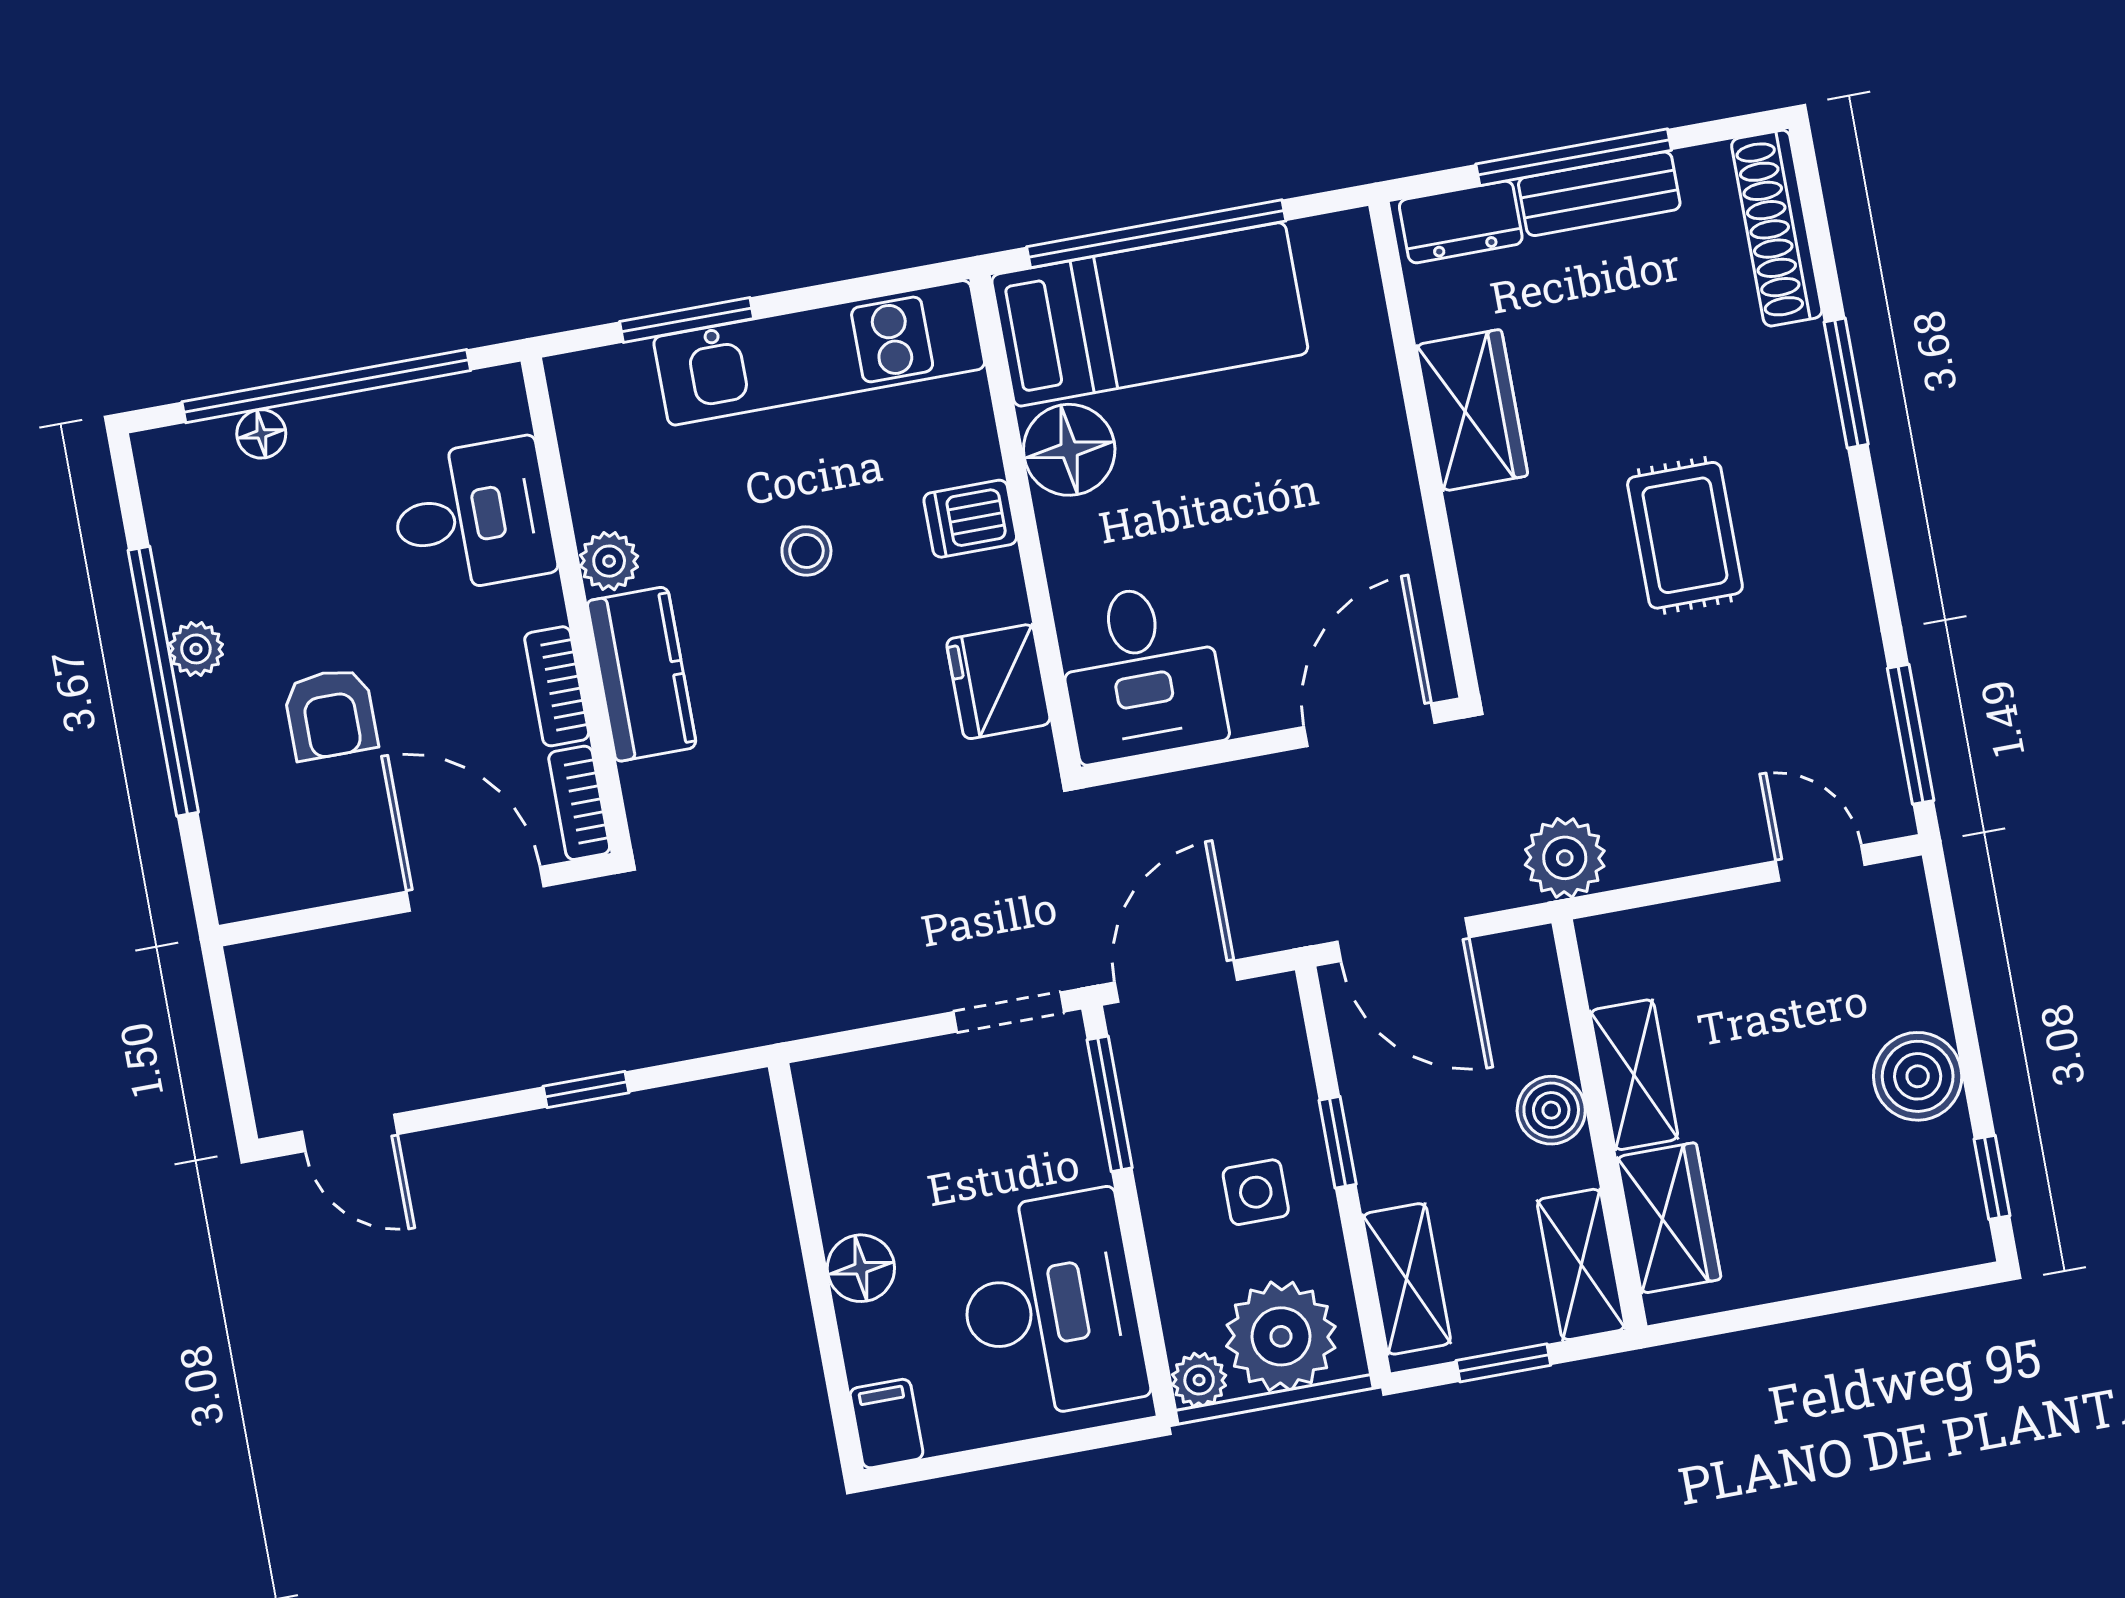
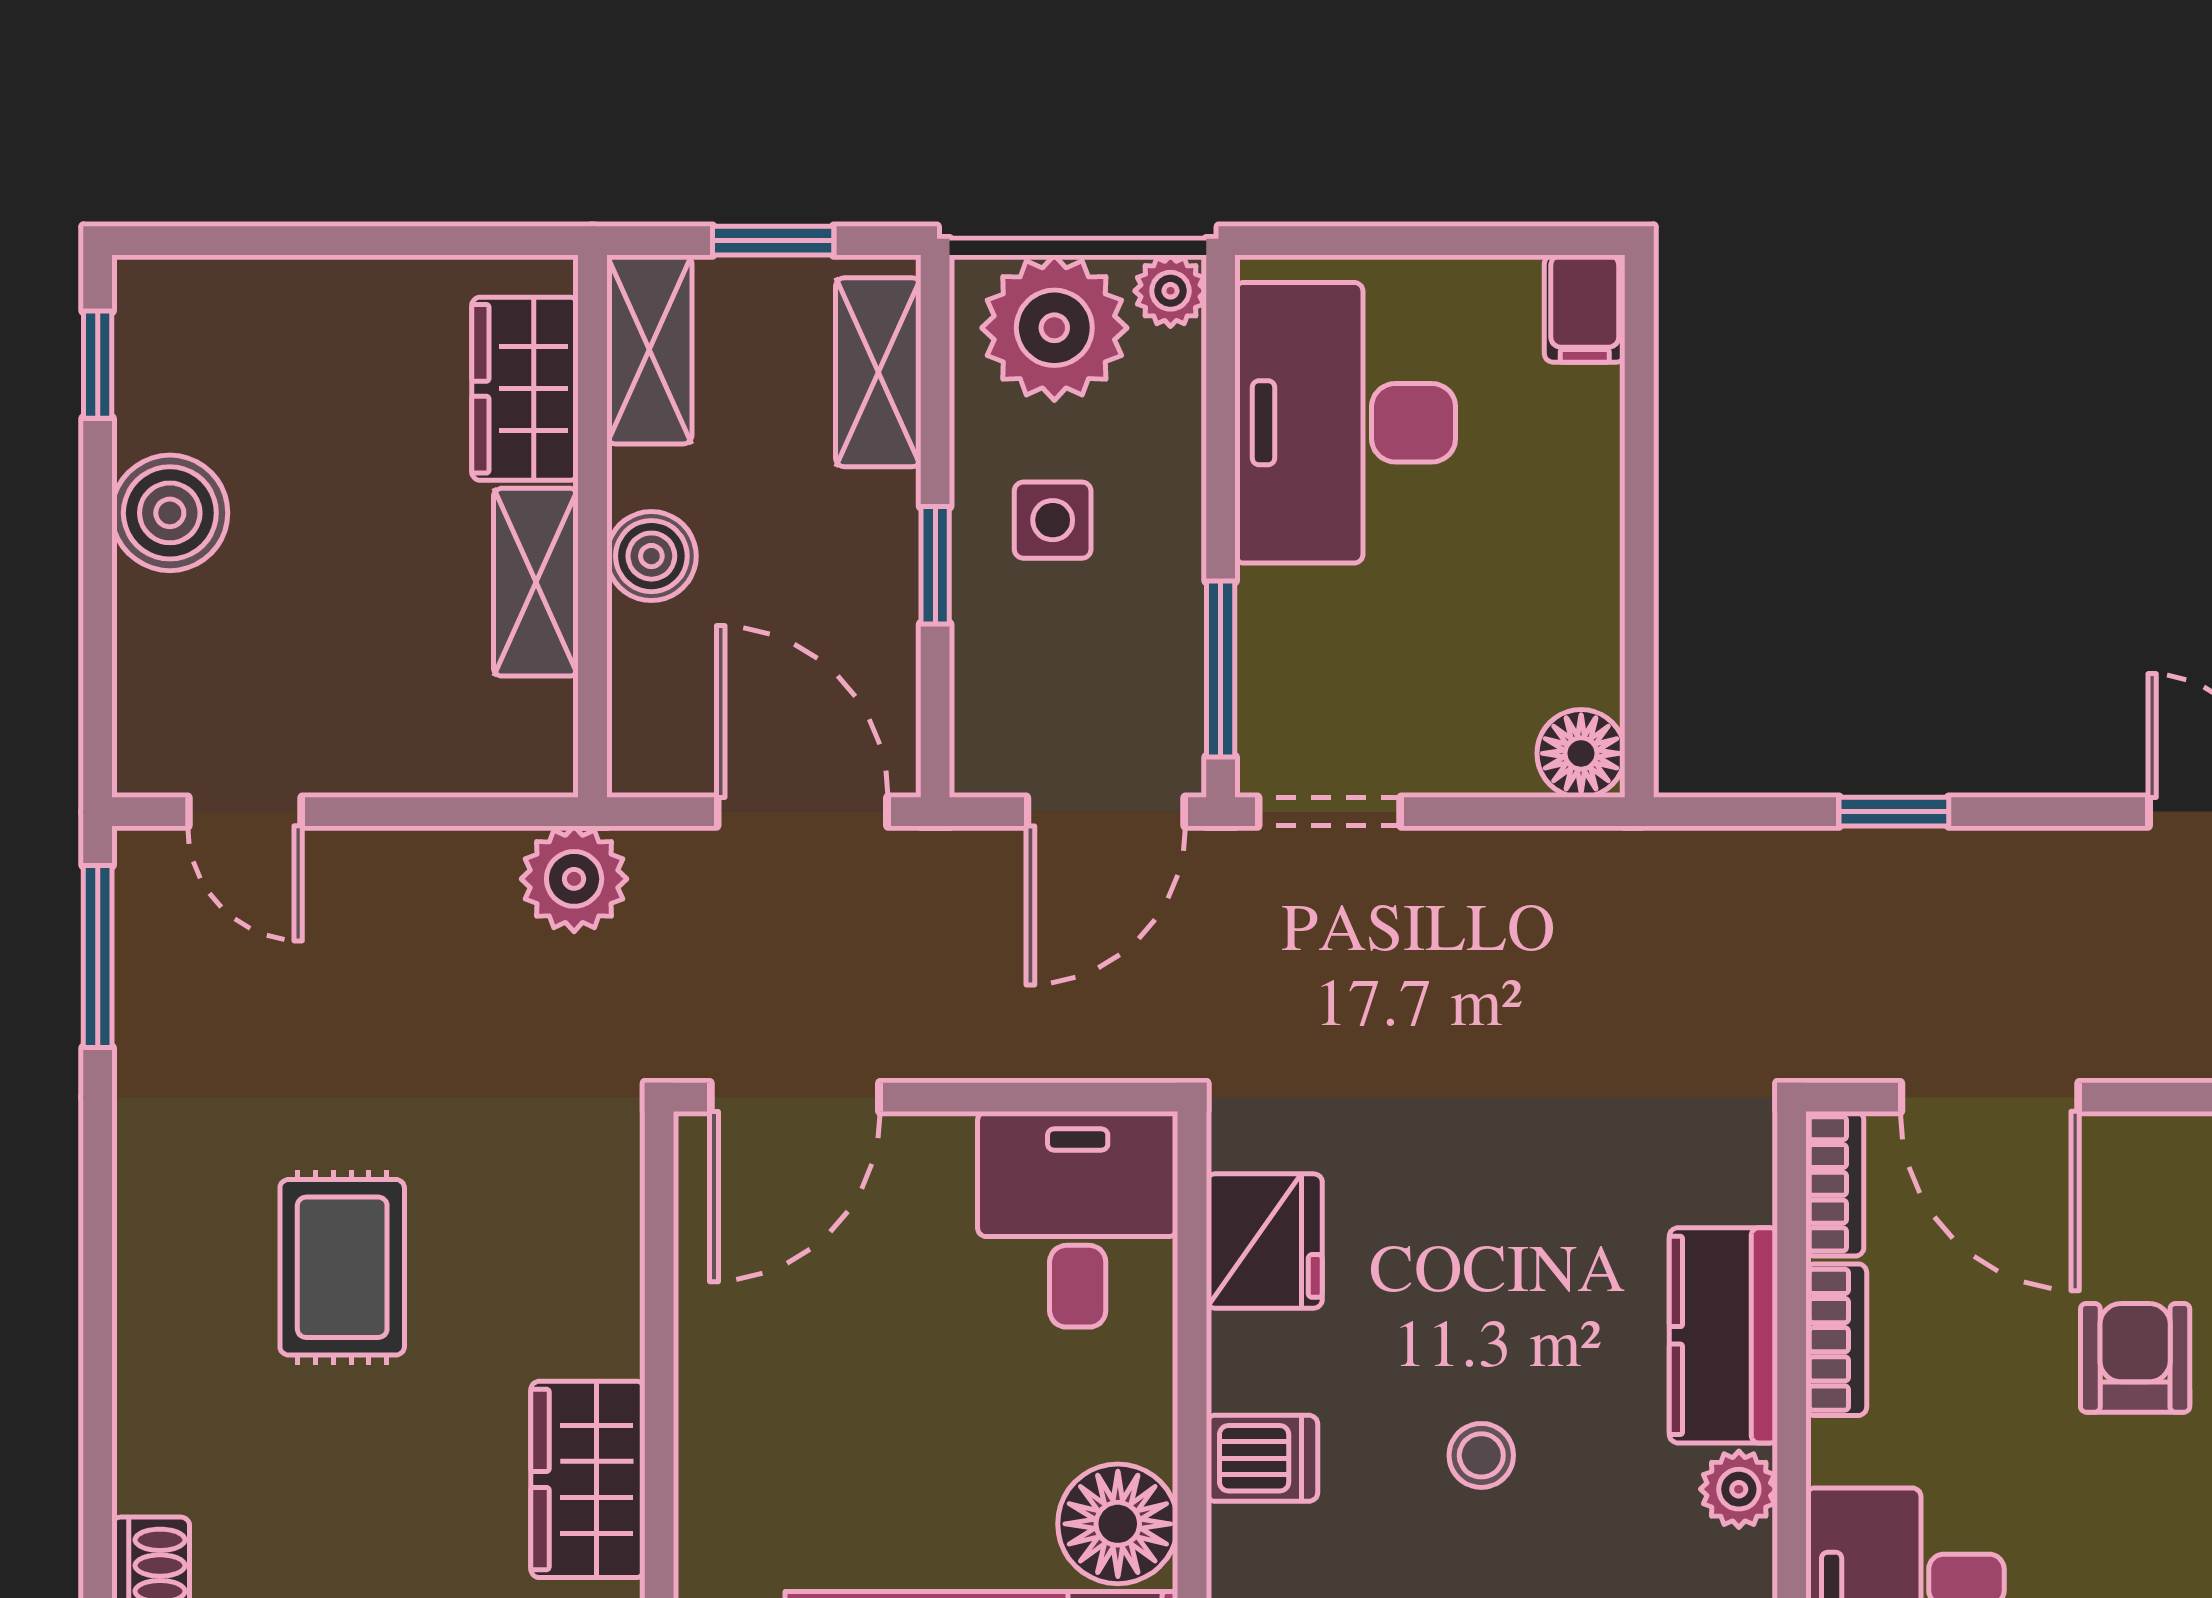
window: (1846, 383) -> (98, 1426), removed
floor lamp: (861, 1268) -> (1581, 753), moved

